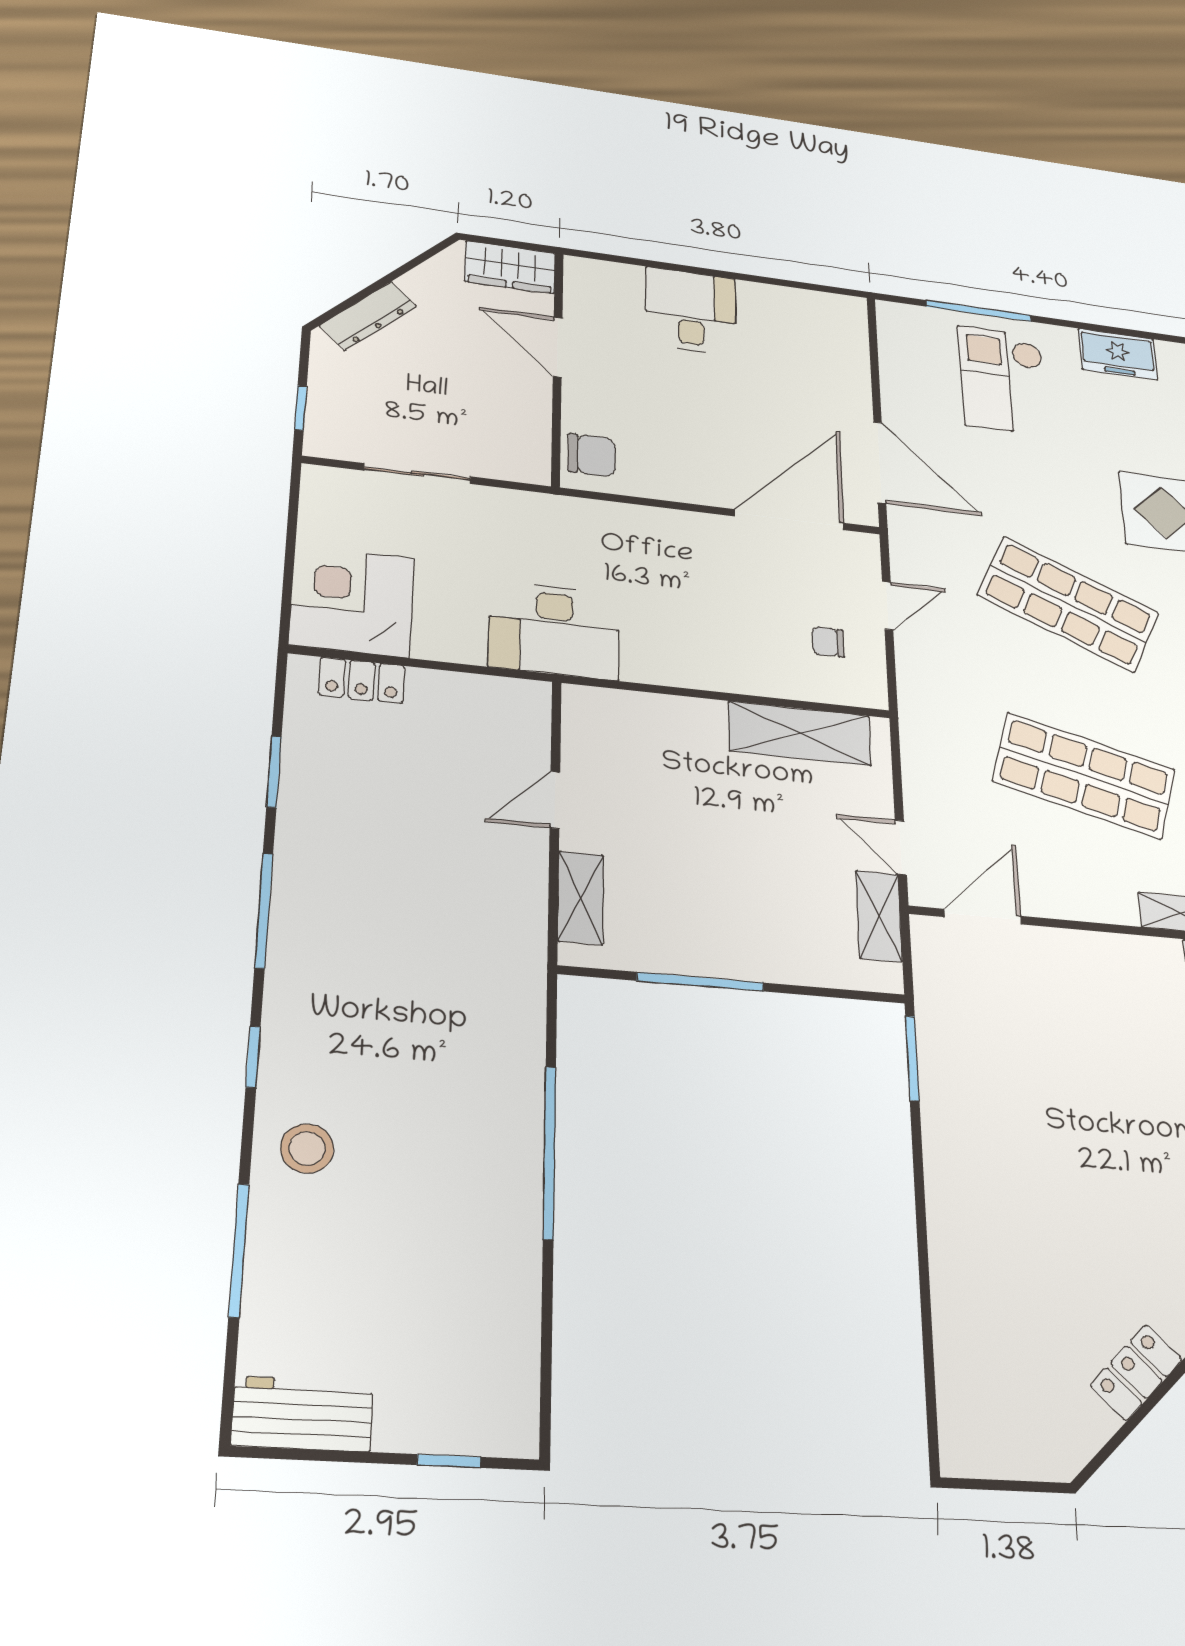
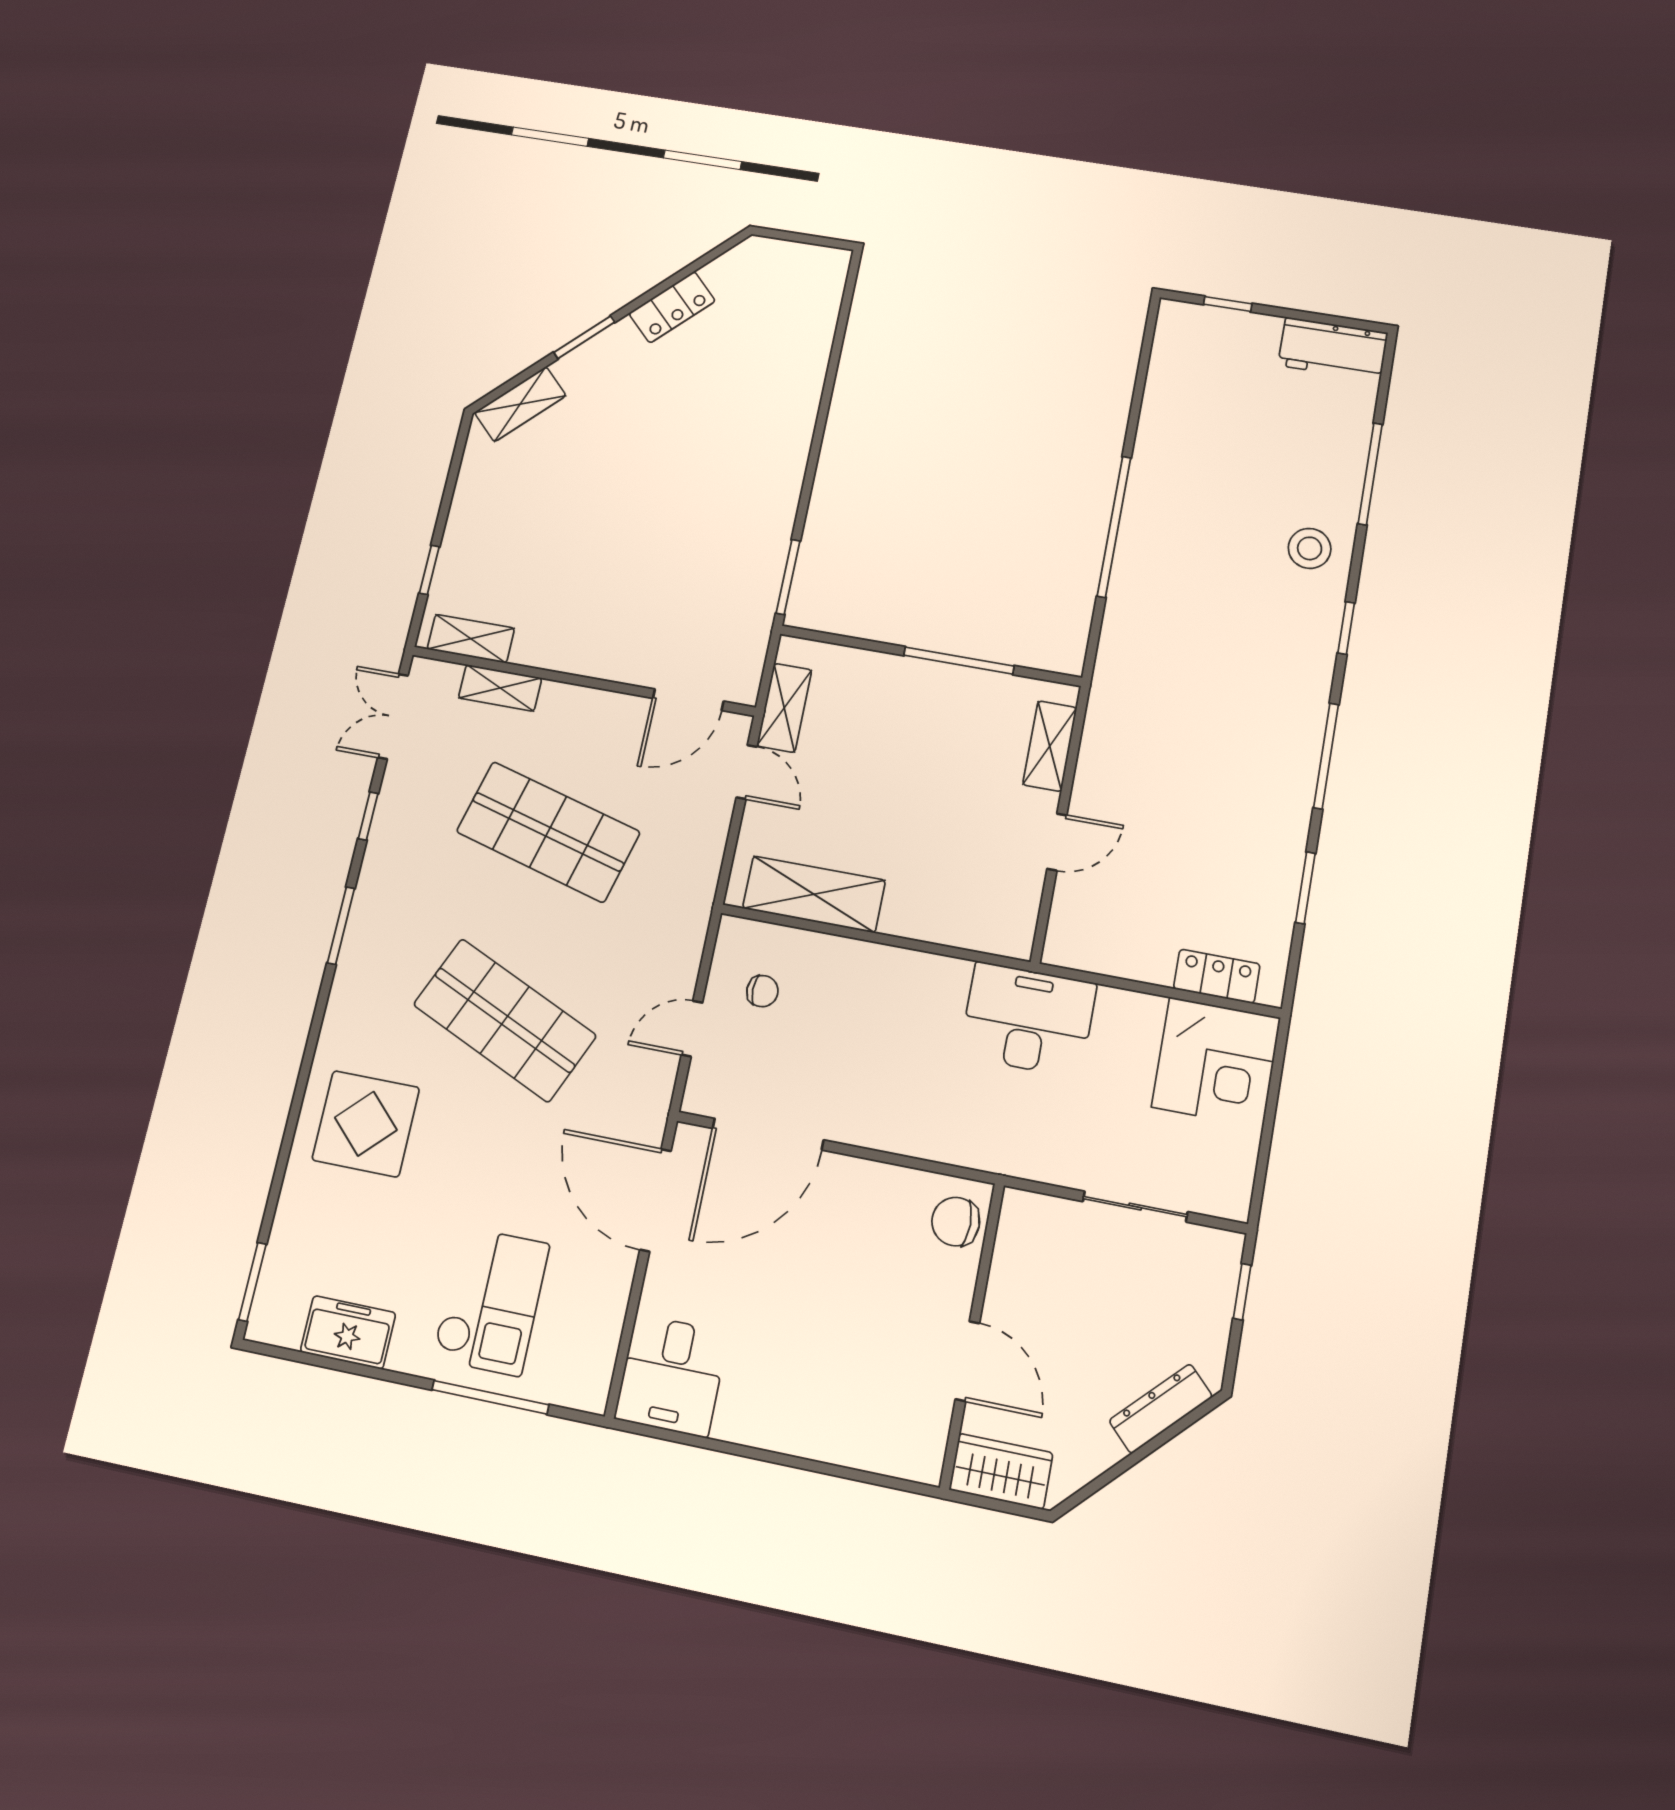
desk: (691, 311) -> (672, 1375), moved

